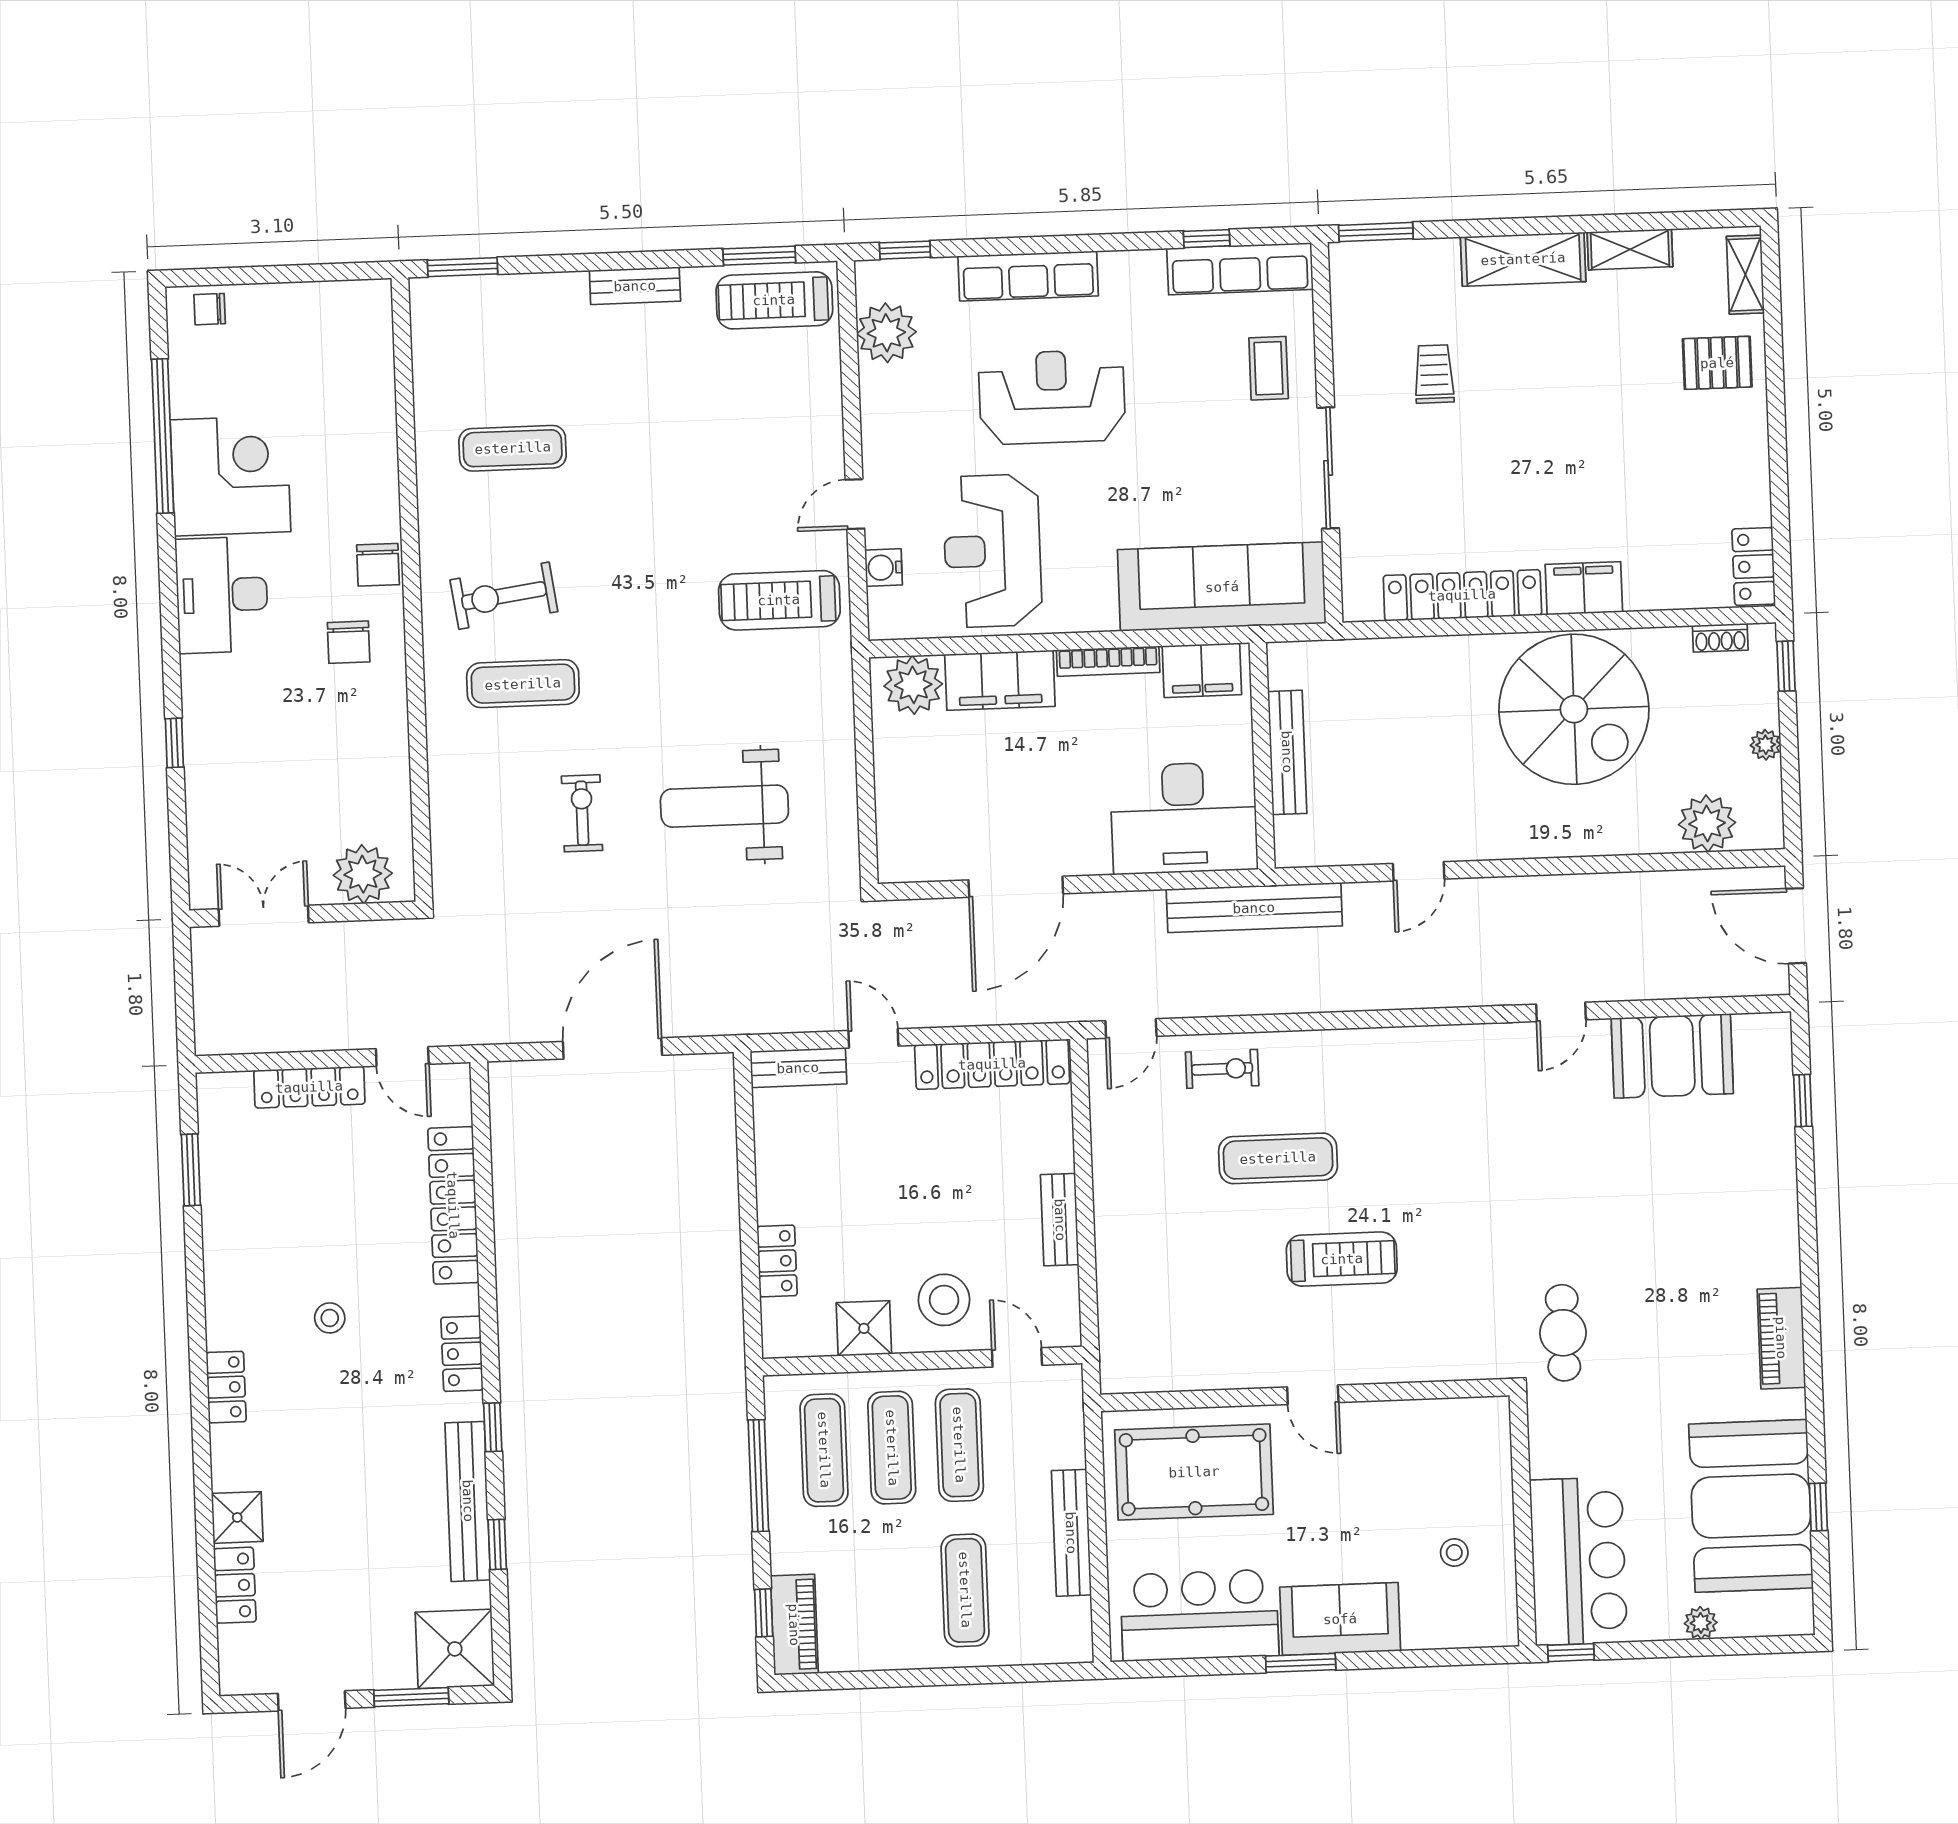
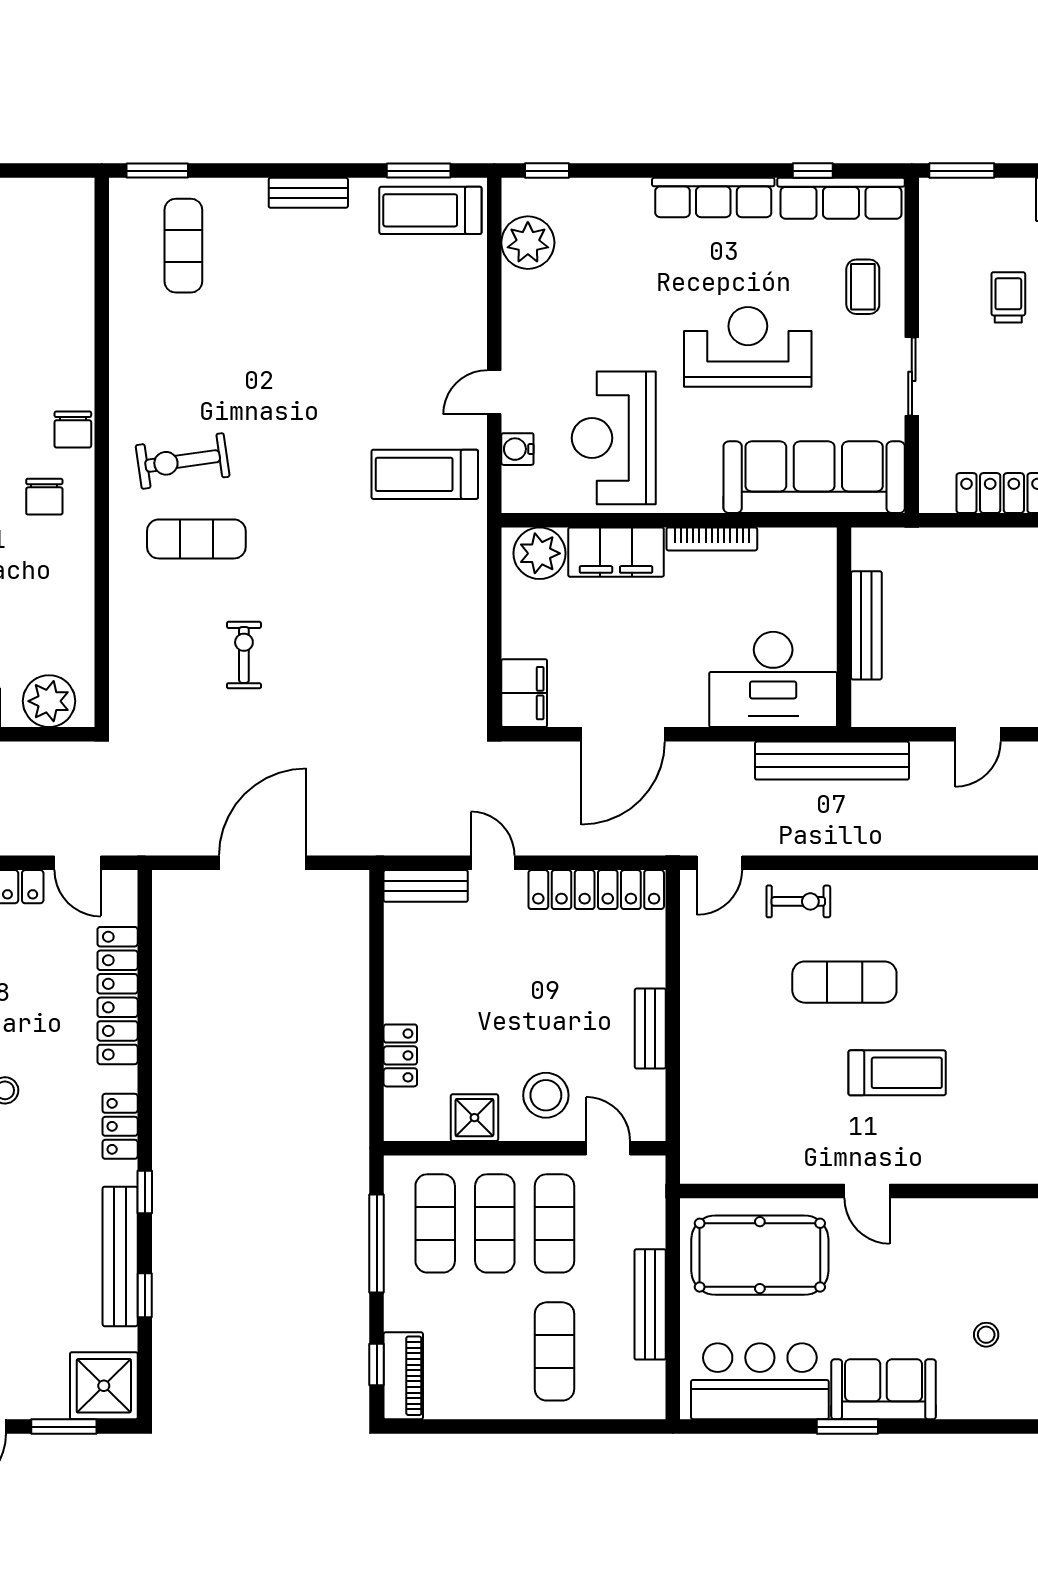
row of seats: (1028, 276) -> (713, 197), moved
reception desk: (1052, 397) -> (748, 347), moved
exercise mat: (513, 448) -> (183, 246), moved, turned 90
sliding door: (1328, 468) -> (912, 376), width x0.73
filing cabinet: (1202, 670) -> (524, 693), moved, turned -90
weight bench: (724, 806) -> (369, 653), removed

